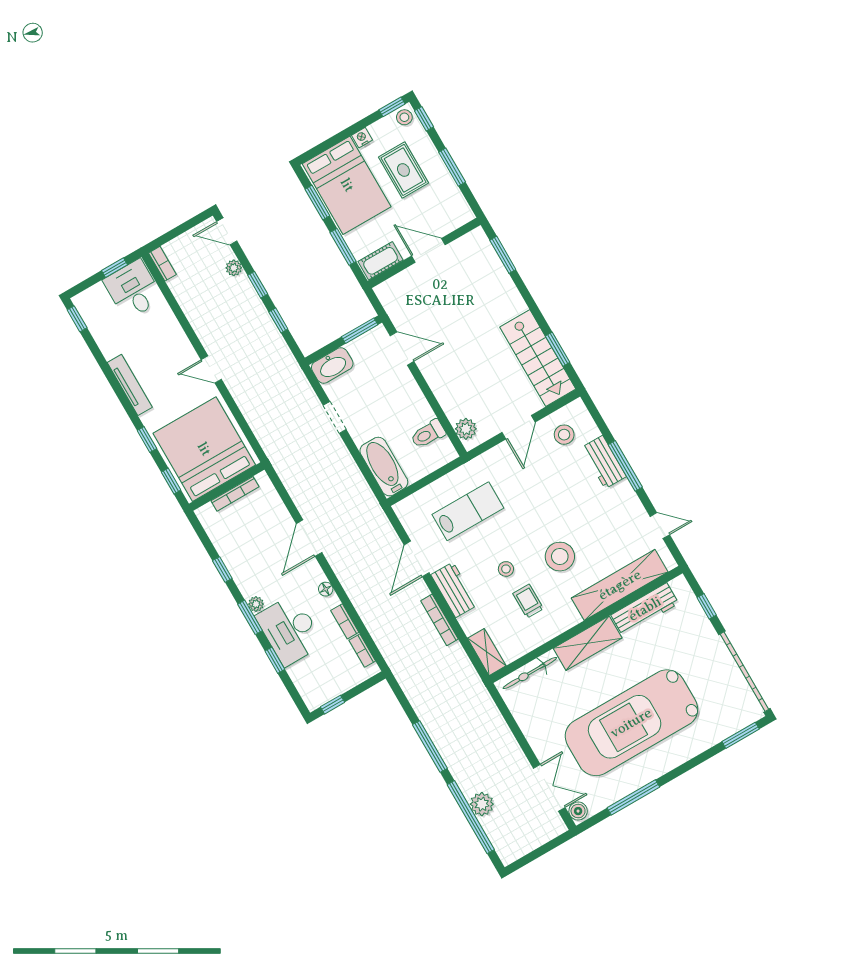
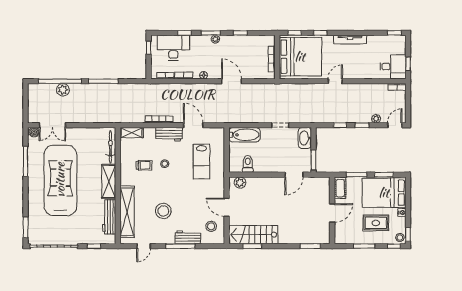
stool: (560, 557) -> (163, 211), moved
desk: (290, 630) -> (173, 48), moved

